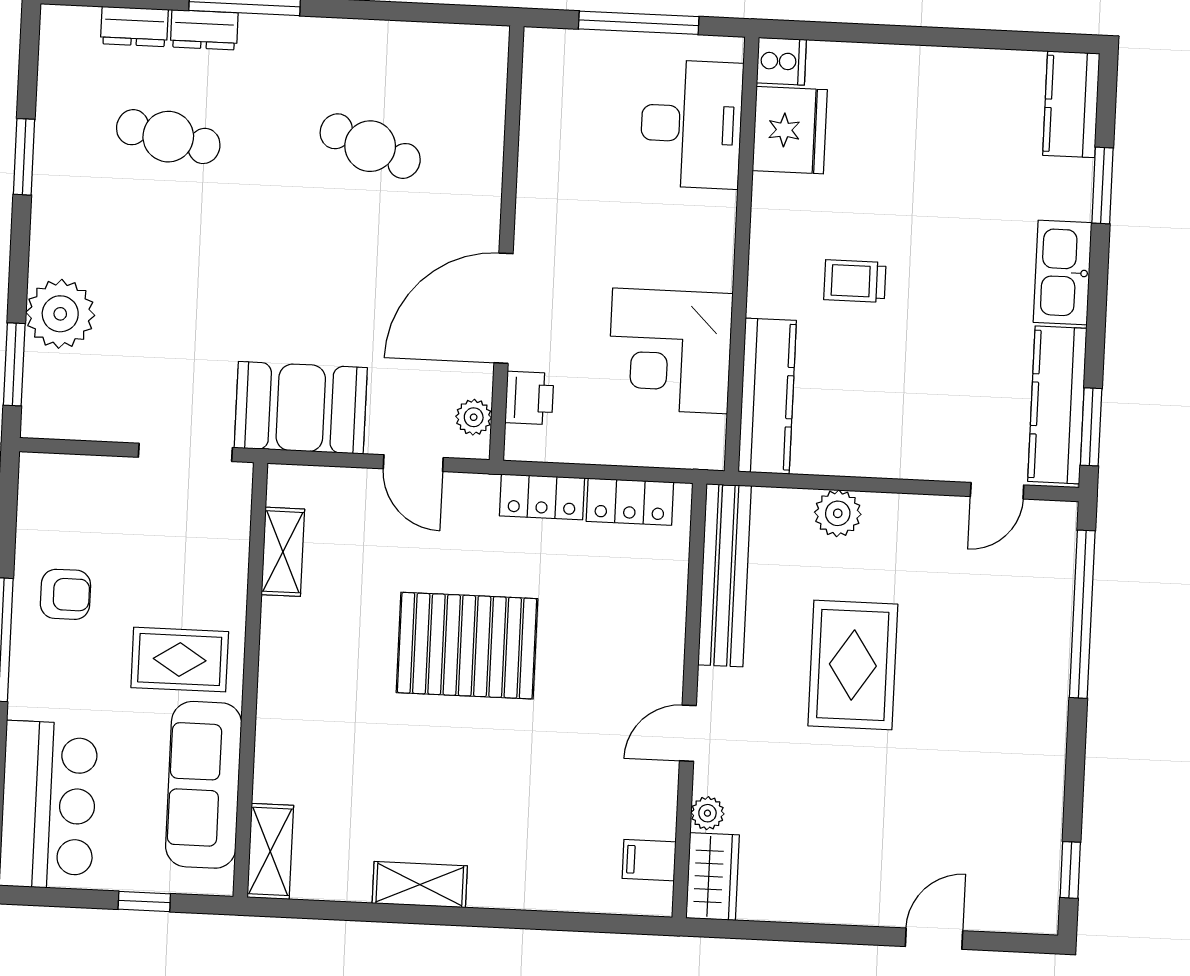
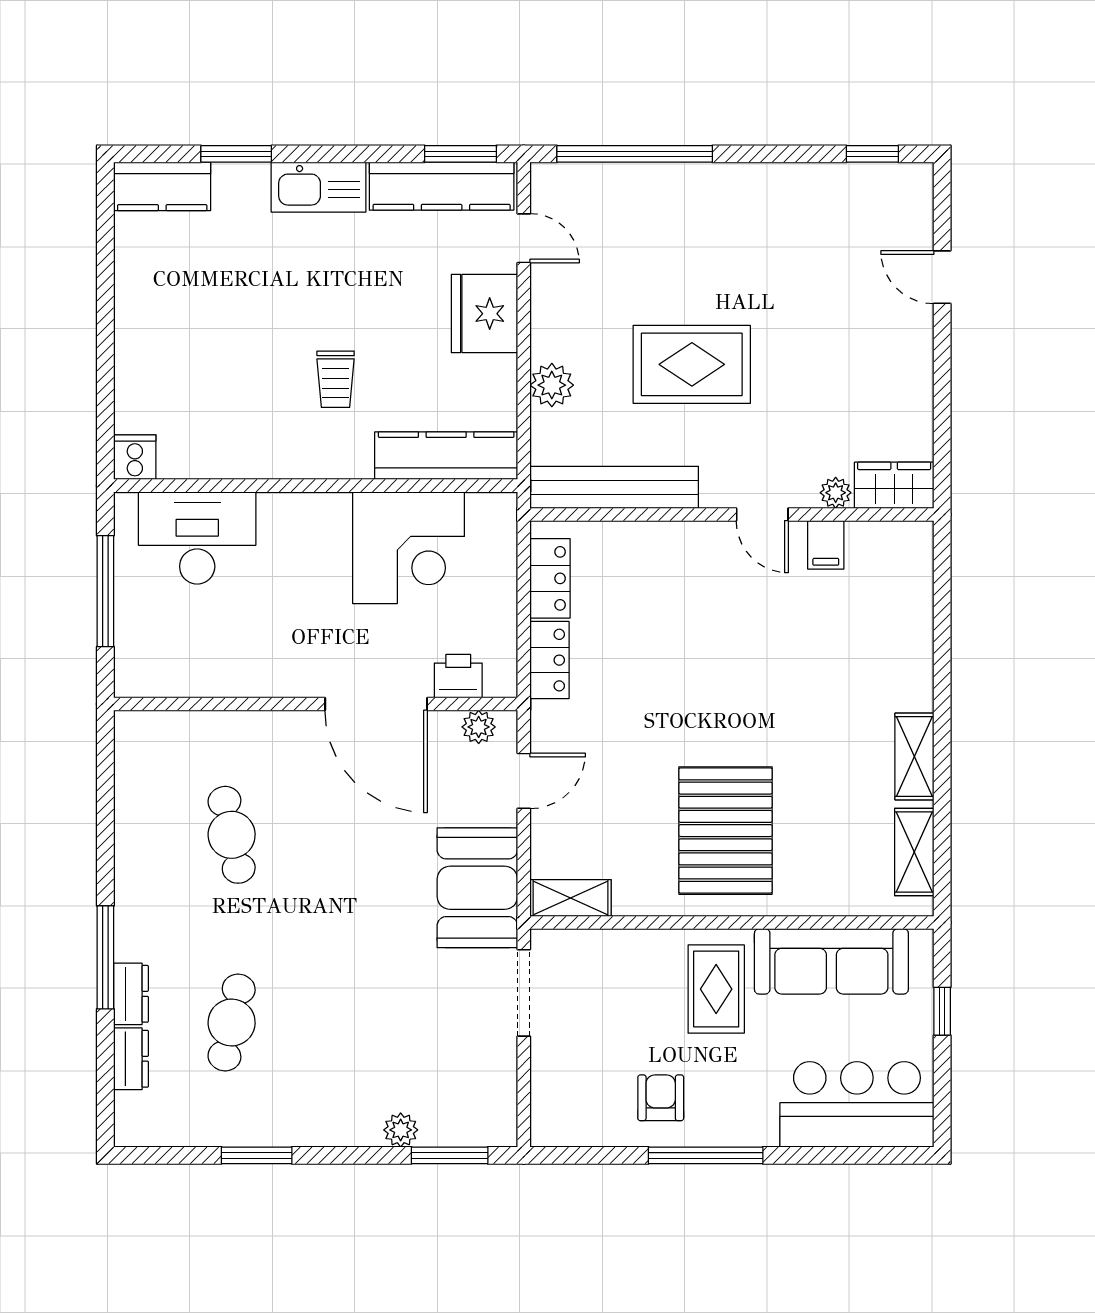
fridge: (790, 130) -> (484, 314), moved, turned -90
cafe table: (370, 146) -> (232, 835), turned -33
plant: (60, 314) -> (401, 1130), width x0.53, depth x0.53
shelving: (283, 552) -> (571, 898), moved
pallet: (467, 646) -> (725, 831), moved
shelving: (270, 851) -> (914, 852), moved, turned 90
filing cabinet: (649, 860) -> (826, 545), moved

